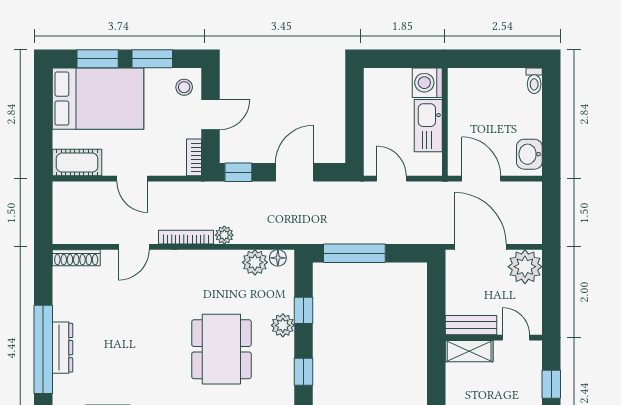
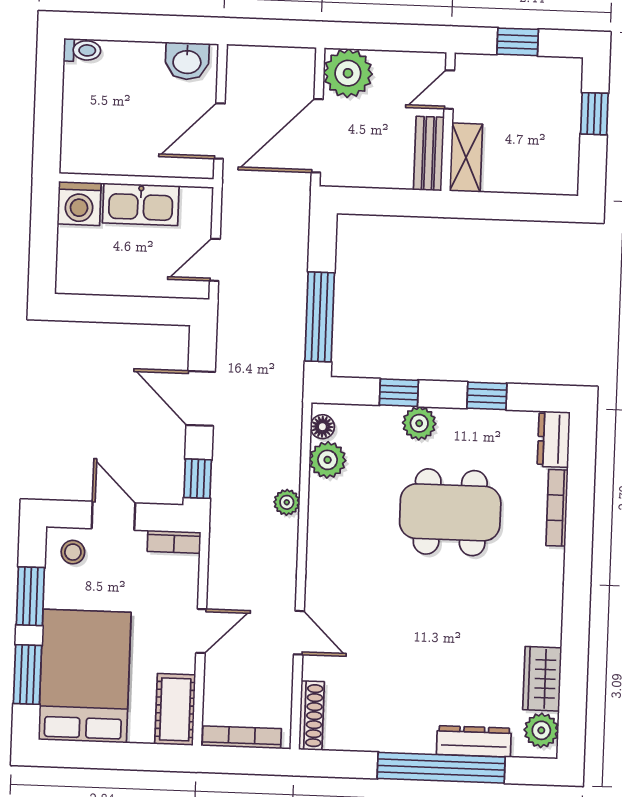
bookcase: (186, 237) -> (242, 737), moved, turned 90
dresser: (62, 348) -> (474, 741), moved

